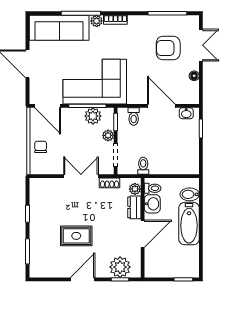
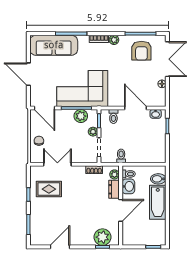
plant: (97, 21) -> (114, 40), moved
double door: (201, 45) -> (167, 59), width x1.37
armchair: (168, 48) -> (141, 51), moved, turned -90
double door: (81, 176) -> (57, 164), moved
rug: (76, 236) -> (49, 189), moved
door: (83, 279) -> (60, 247), moved

